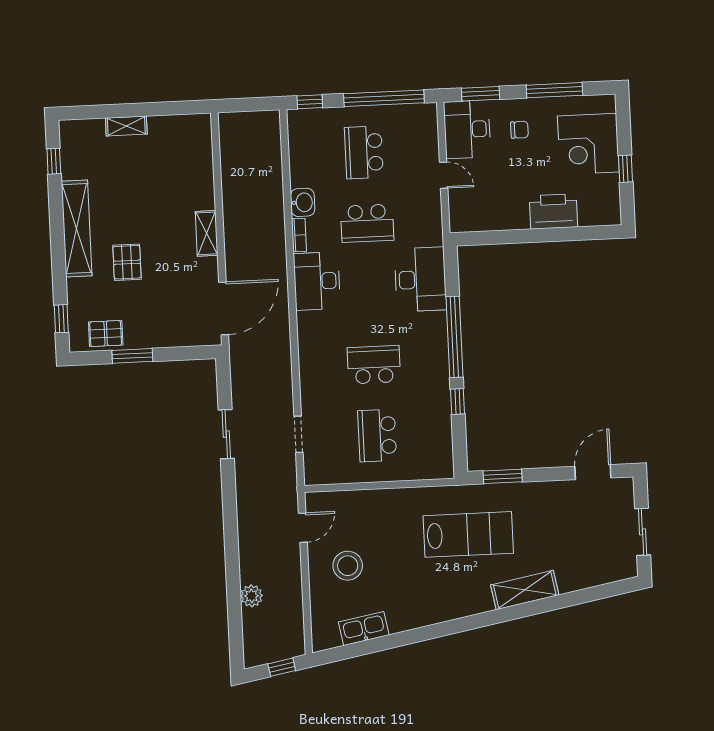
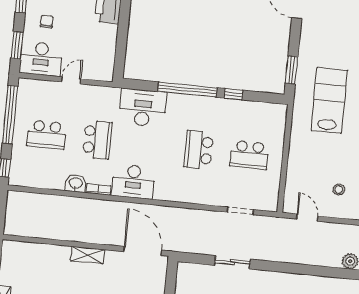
stool: (348, 566) -> (339, 190), width x0.53, depth x0.53

